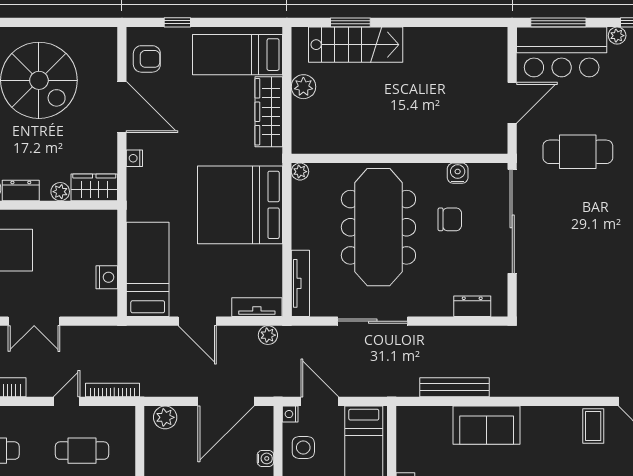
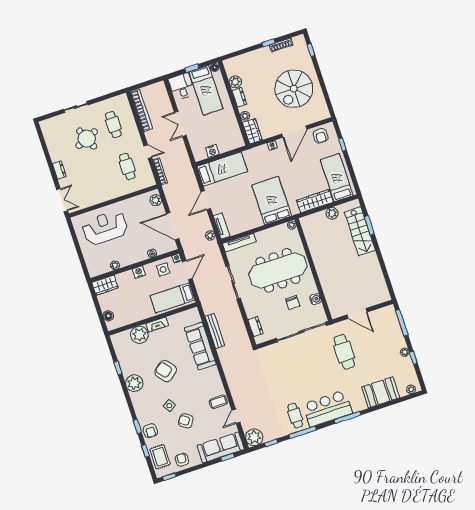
bar counter: (562, 52) -> (388, 329), removed
bed: (240, 205) -> (272, 200), width x0.73
sofa: (487, 425) -> (200, 346), width x1.36

